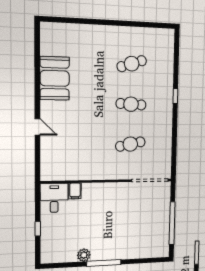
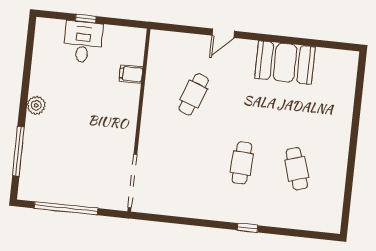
cafe table: (130, 144) -> (194, 94), moved, turned 33
desk: (54, 198) -> (83, 42), moved, turned -90
plant: (84, 255) -> (36, 105), moved
window: (104, 263) -> (18, 151), moved

